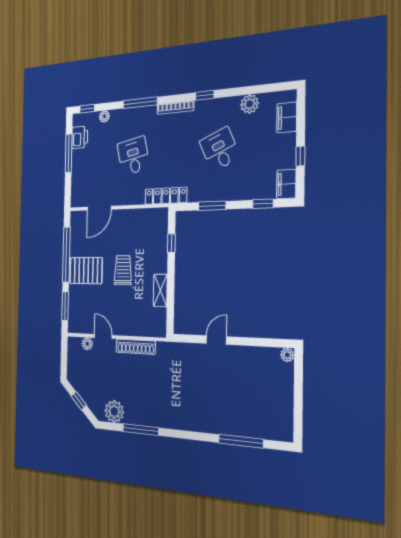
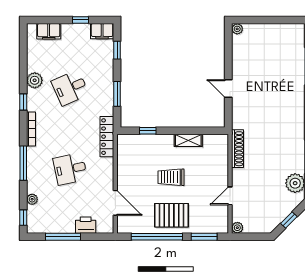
plant: (250, 104) -> (35, 80), moved
printer: (80, 137) -> (86, 225), moved
pallet: (86, 271) -> (171, 215), turned 90
plant: (87, 344) -> (237, 228), moved
shoe rack: (136, 347) -> (238, 149), moved

